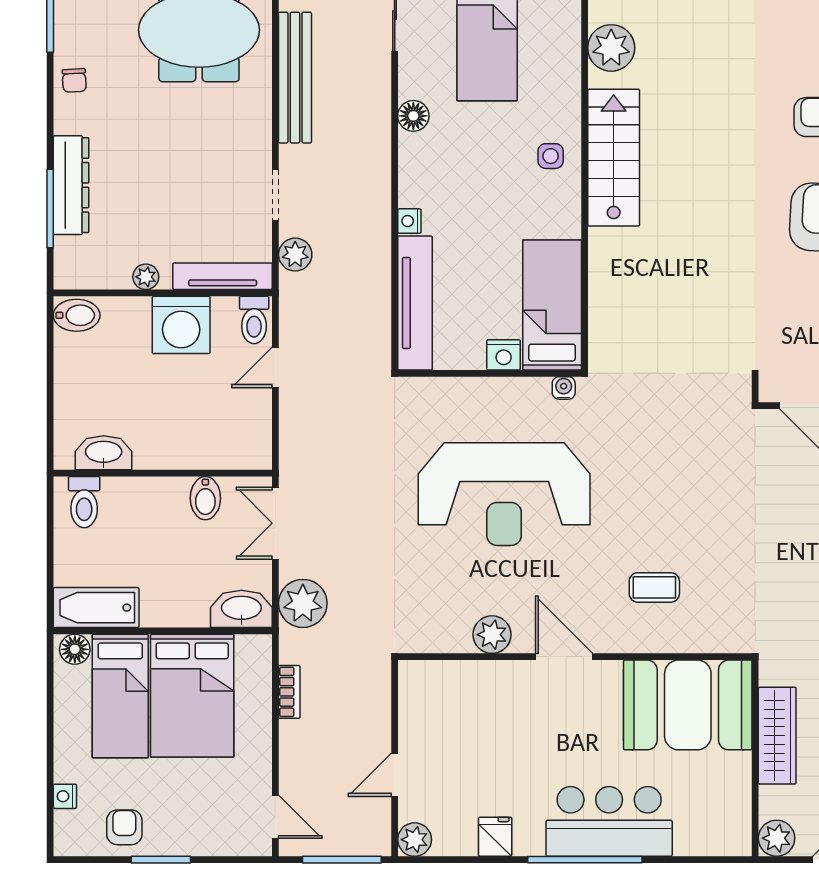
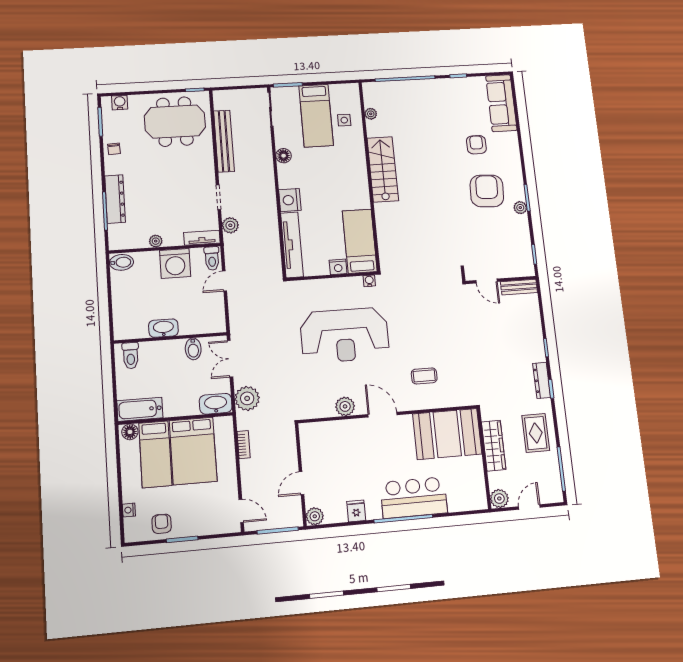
plant: (611, 48) -> (371, 114), width x0.53, depth x0.53
side table: (551, 156) -> (344, 120), moved
nightstand: (409, 221) -> (290, 200), width x1.89, depth x1.79
tv unit: (223, 276) -> (202, 238), width x0.71
washbasin: (104, 453) -> (163, 328), moved

